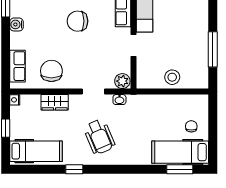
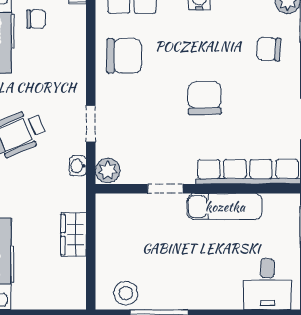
stool: (172, 77) -> (126, 293), moved
wardrobe: (55, 102) -> (73, 235), moved
chair: (191, 126) -> (36, 19), moved

